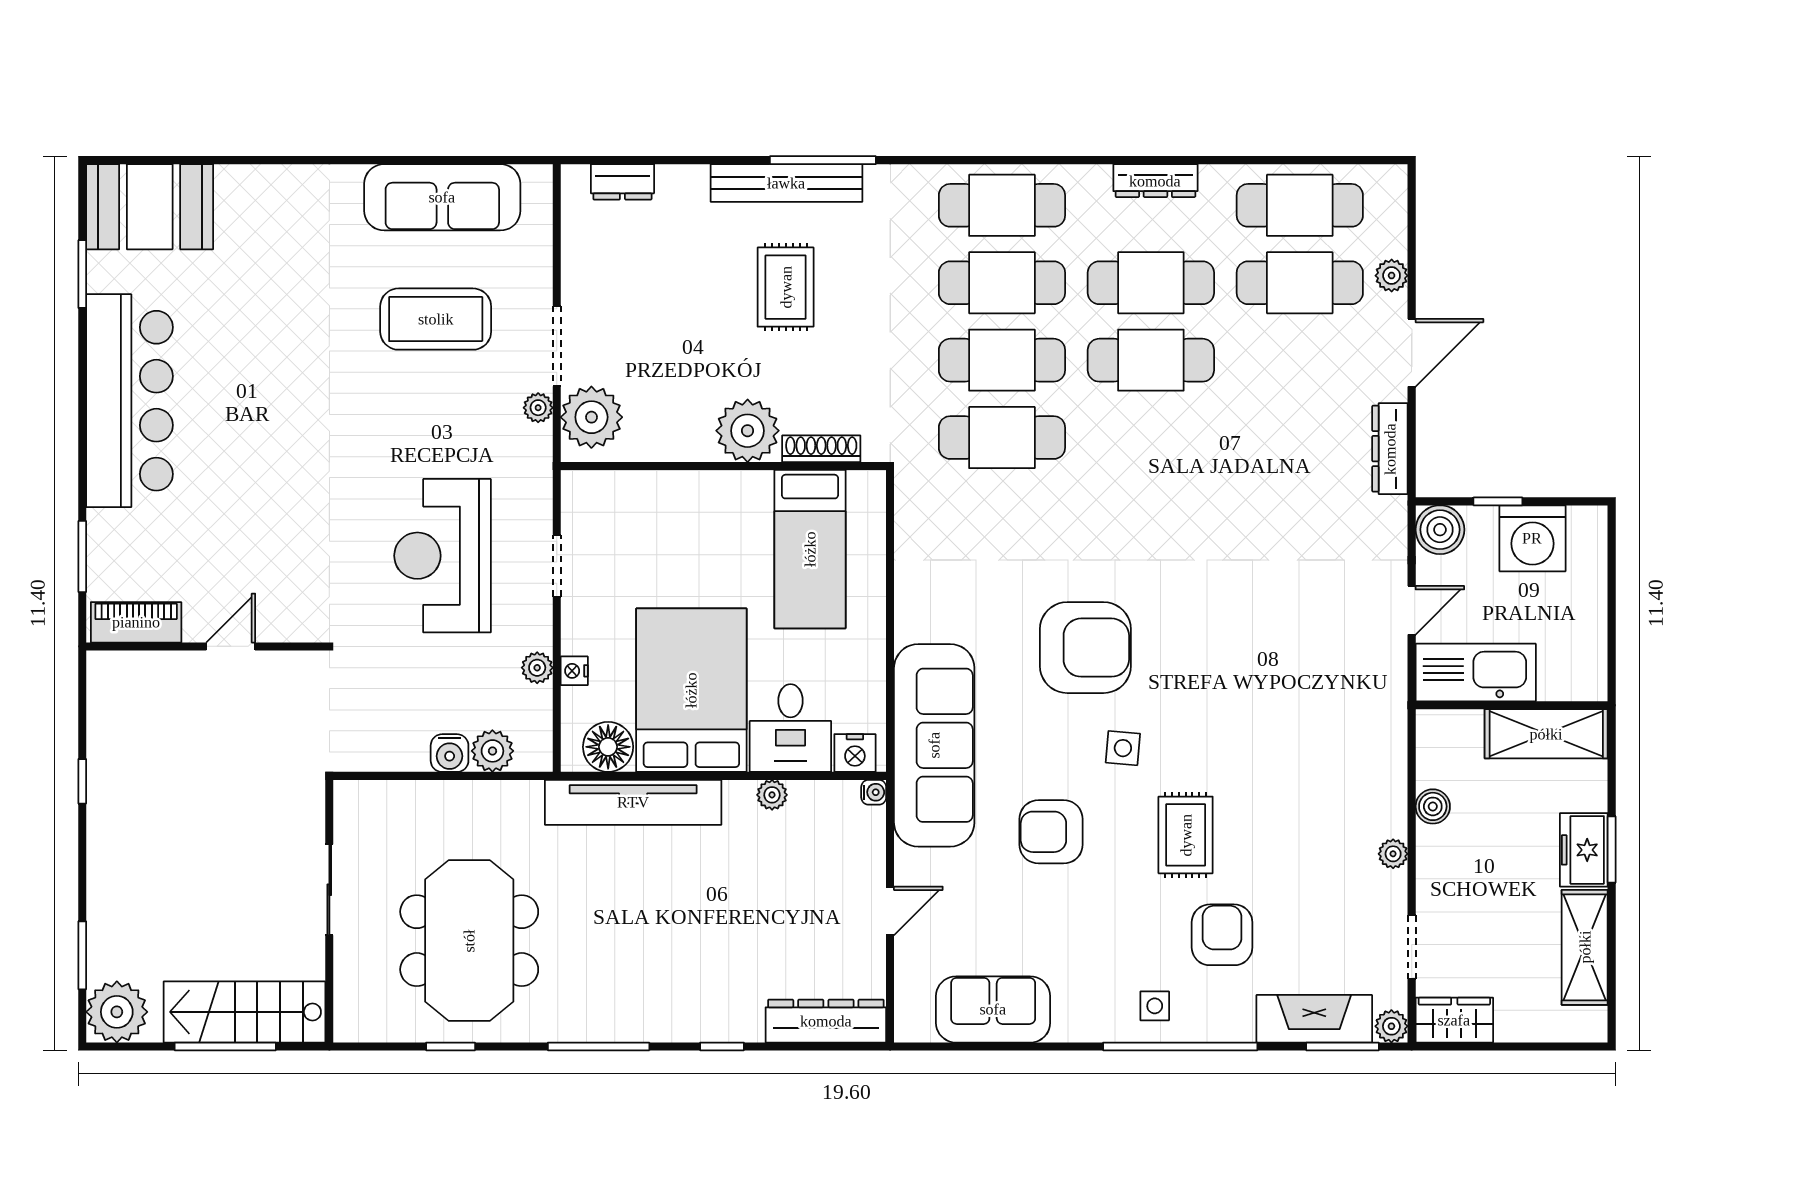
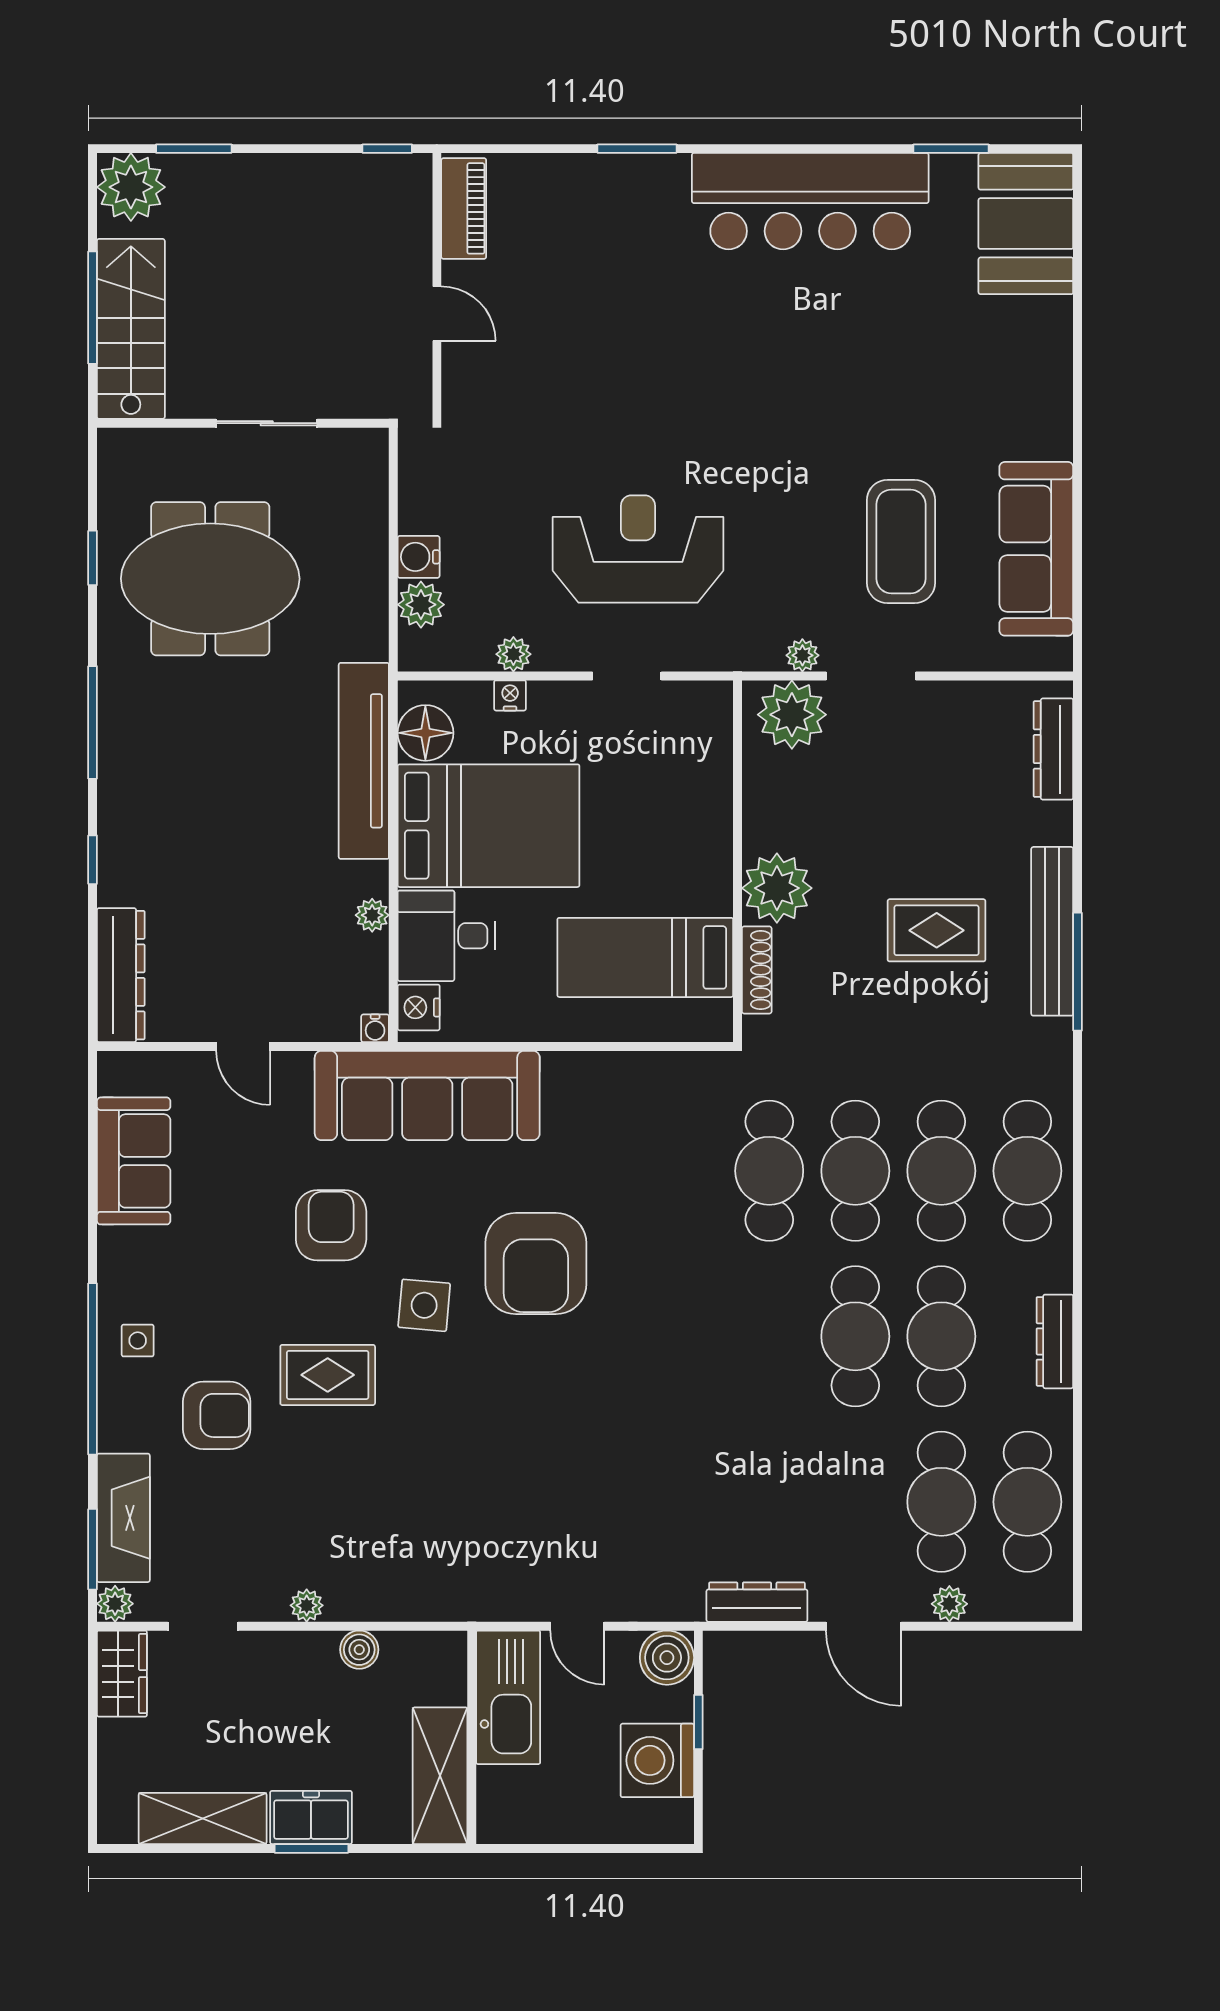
dresser: (622, 182) -> (1053, 749), width x1.44
piano: (136, 622) -> (464, 208), moved
wall: (206, 646) -> (437, 286), moved
door: (231, 646) -> (437, 314), moved
side table: (1123, 748) -> (424, 1305), width x1.37, depth x1.37

